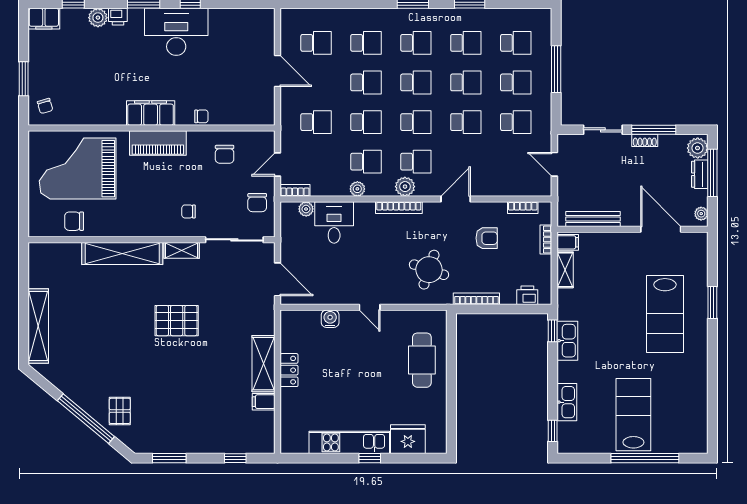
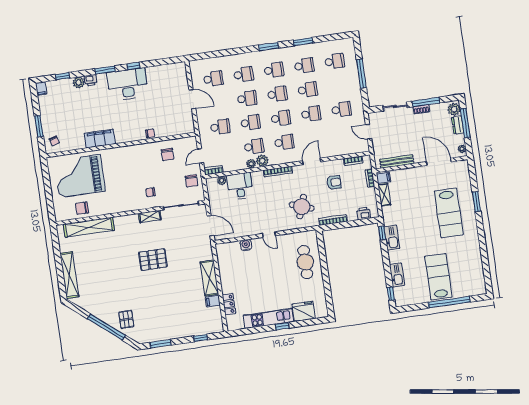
filing cabinet: (44, 19) -> (41, 89), width x0.50
school desk: (516, 82) -> (338, 85), removed
filing cabinet: (151, 113) -> (100, 139), moved
piano: (158, 143) -> (126, 153), removed
plant: (405, 187) -> (262, 161), moved
shelving: (122, 254) -> (89, 227), moved
locker: (289, 370) -> (229, 304), moved

